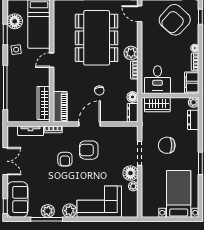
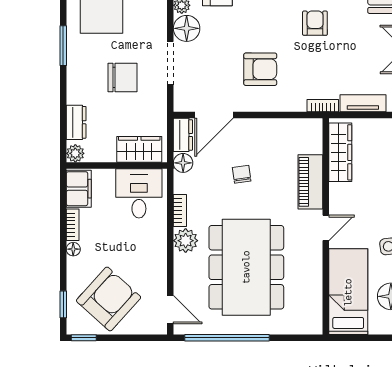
piano: (60, 107) -> (310, 182), moved
door: (89, 124) -> (214, 115), moved
armchair: (65, 159) -> (315, 23), moved

